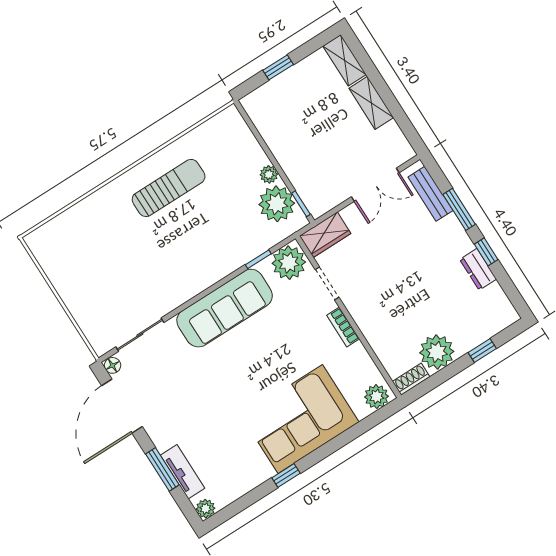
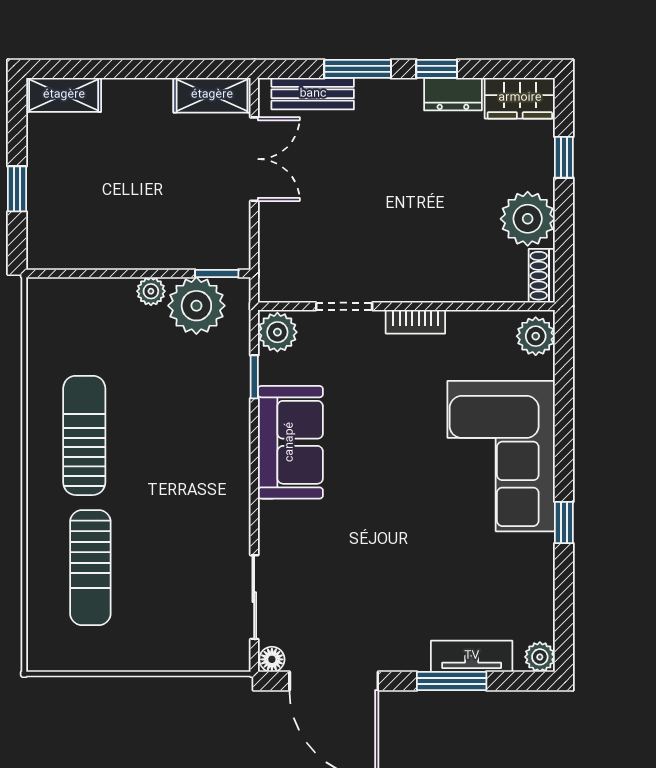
shelving: (371, 103) -> (212, 95), moved
wardrobe: (325, 235) -> (520, 98), moved, turned 90
sun lounger: (100, 237) -> (90, 568), added
plant: (289, 263) -> (277, 332), width x0.73, depth x0.73
sofa: (225, 308) -> (290, 442), width x0.73

